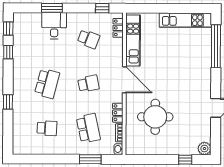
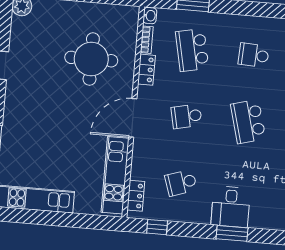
school desk: (89, 39) -> (181, 183), turned -39
door: (124, 80) -> (133, 118), hinge flipped
school desk: (47, 83) -> (248, 122), turned -30

